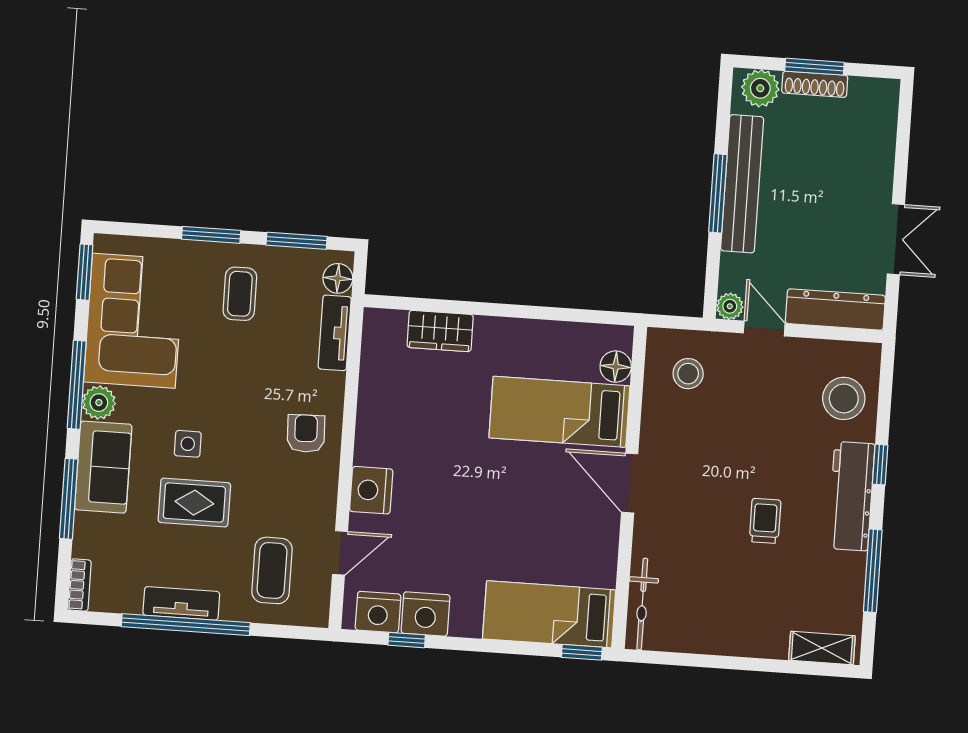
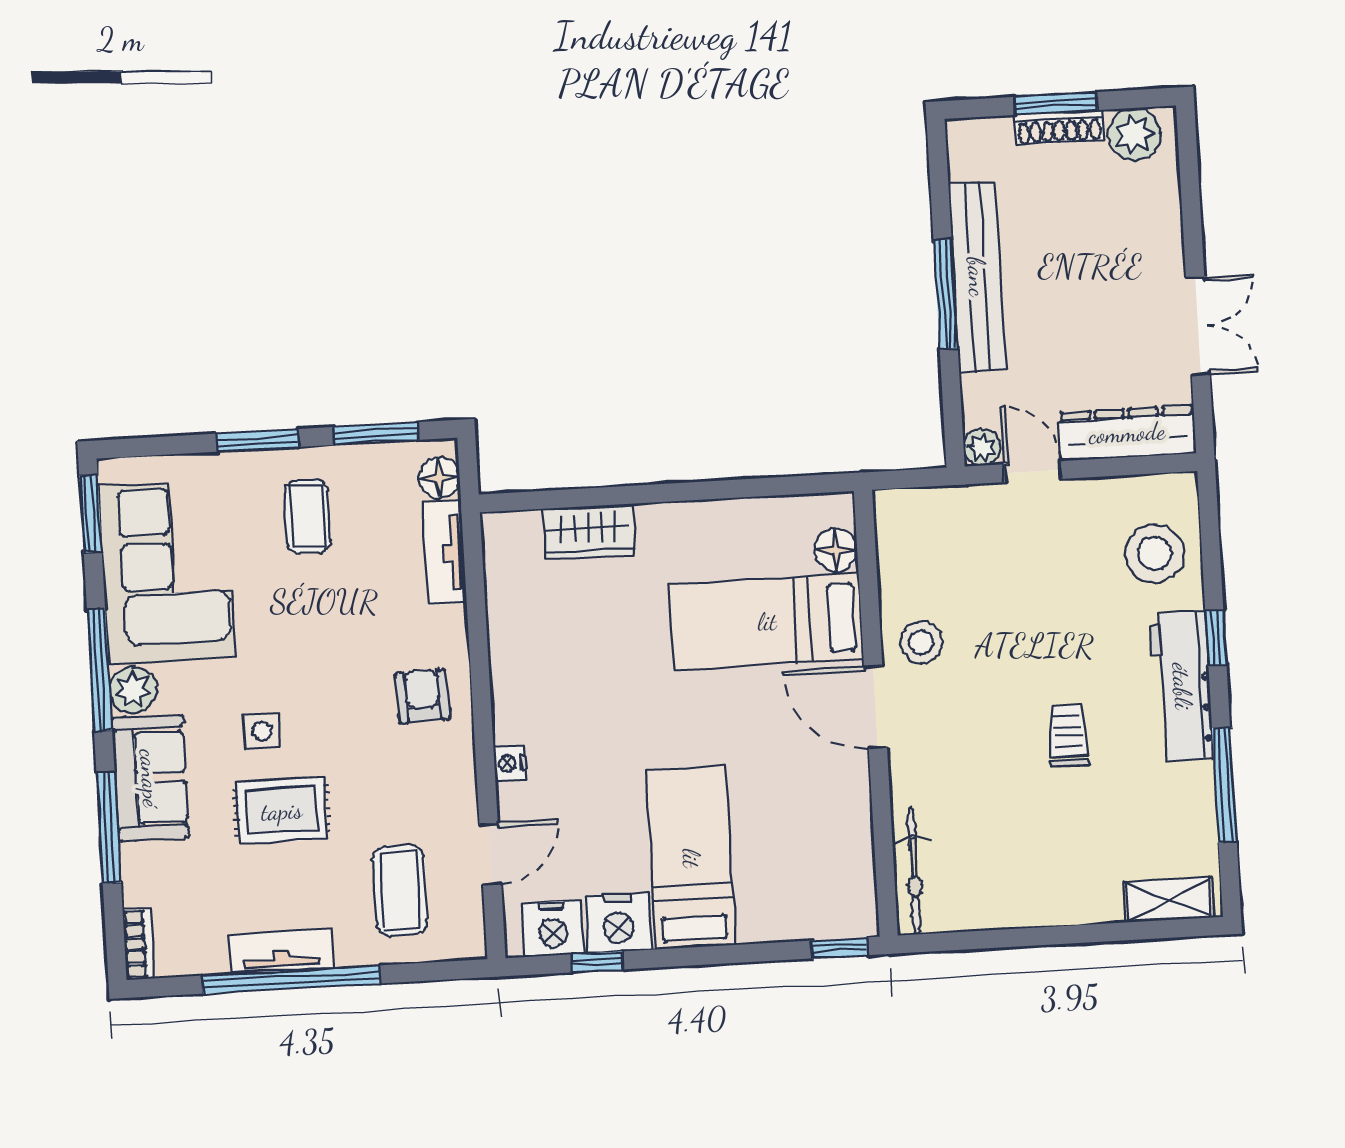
plant: (760, 88) -> (1135, 134), moved
stool: (688, 374) -> (921, 642), moved
nightstand: (371, 490) -> (510, 763), width x0.53, depth x0.56
bed: (549, 614) -> (691, 858), moved, turned 90

